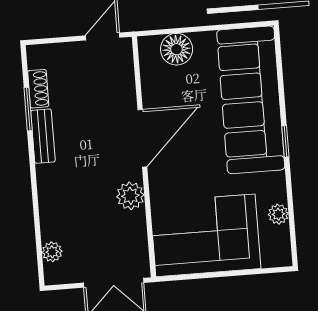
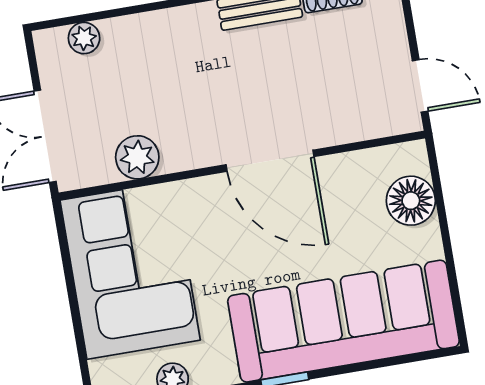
plant: (130, 196) -> (137, 157), moved

